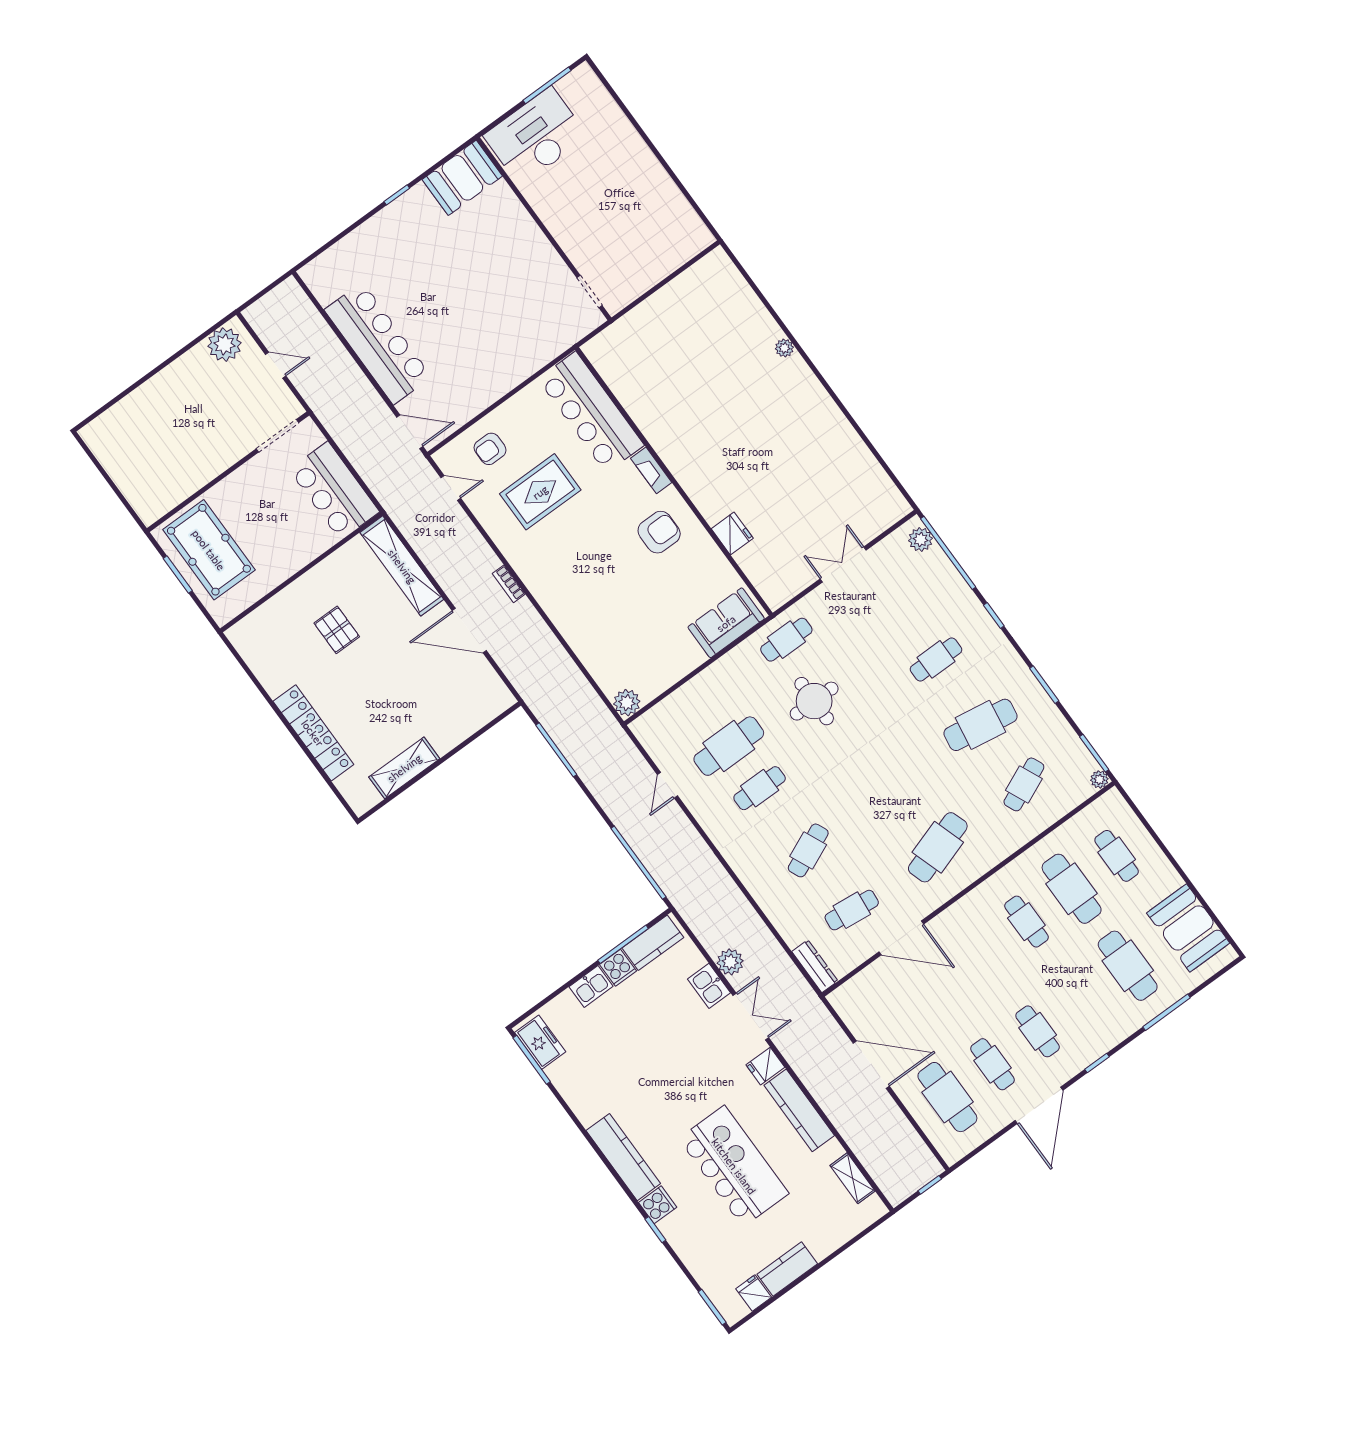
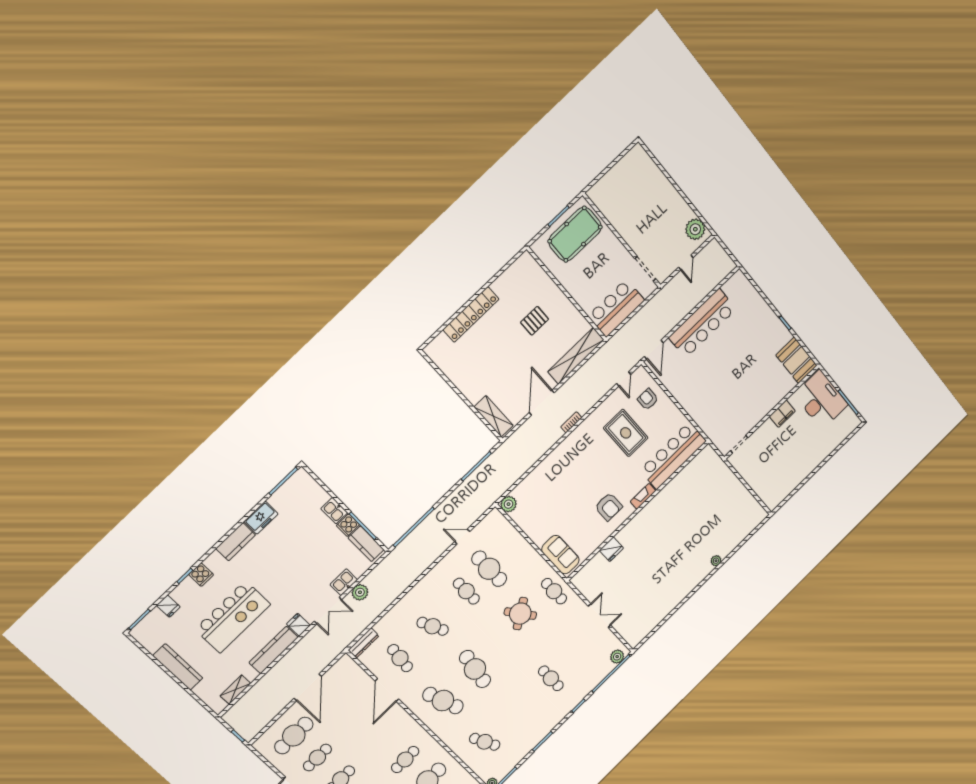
filing cabinet: (549, 209) -> (782, 414), added
round table: (814, 701) -> (520, 614), turned -35
cafe table: (980, 725) -> (475, 669), moved
shelving: (404, 768) -> (494, 416), moved
freezer: (540, 1042) -> (261, 518), moved
kitchen counter: (623, 1157) -> (236, 542), width x0.67
kitchen counter: (787, 1269) -> (178, 667), width x1.50
fridge: (754, 1293) -> (168, 606), moved, turned 90

